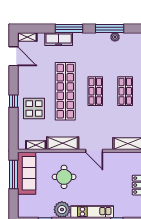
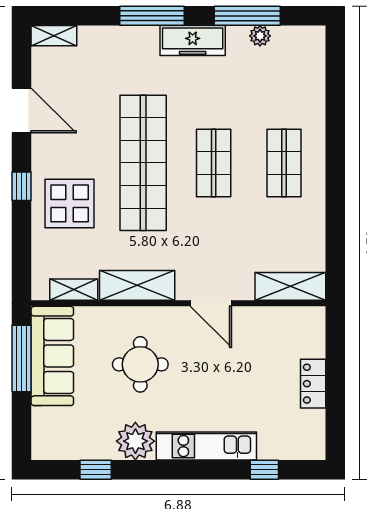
freezer: (59, 39) -> (193, 41), moved
door: (14, 56) -> (22, 110), moved

